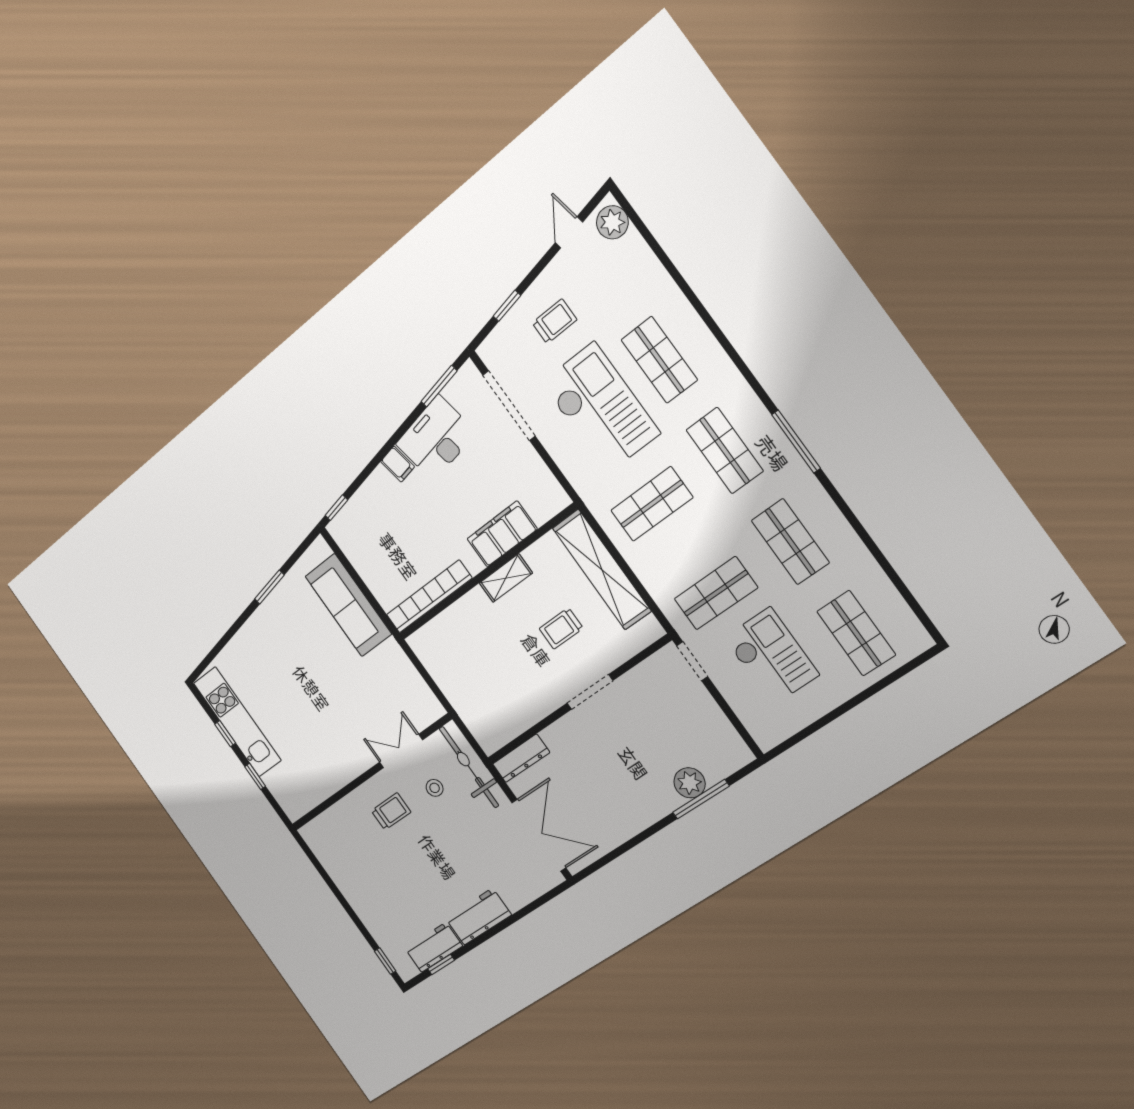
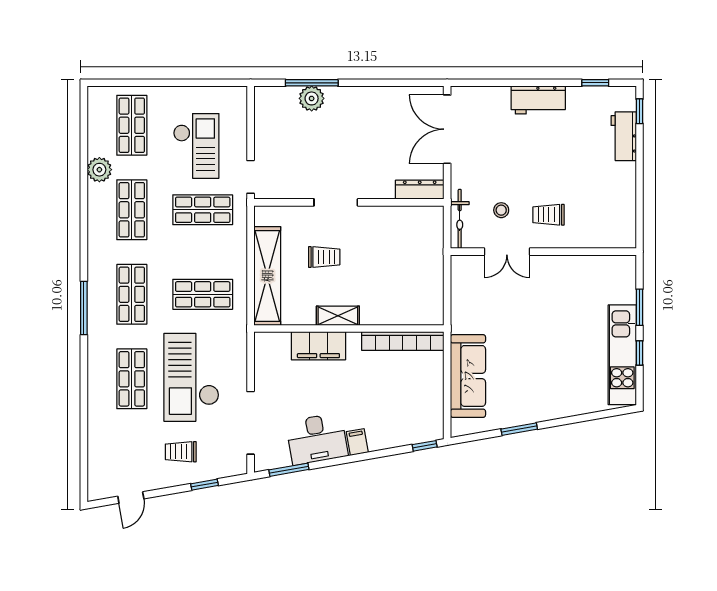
plant: (612, 222) -> (99, 170), moved
window: (796, 441) -> (84, 308), moved
checkout: (771, 656) -> (196, 146), turned 180
bicycle: (469, 767) -> (460, 219), width x0.73, depth x0.71
window: (255, 776) -> (639, 307), width x1.50
workbench: (434, 947) -> (624, 136), moved, turned 90

